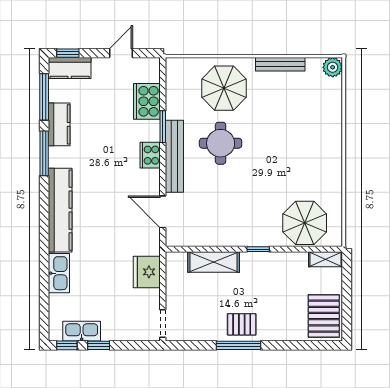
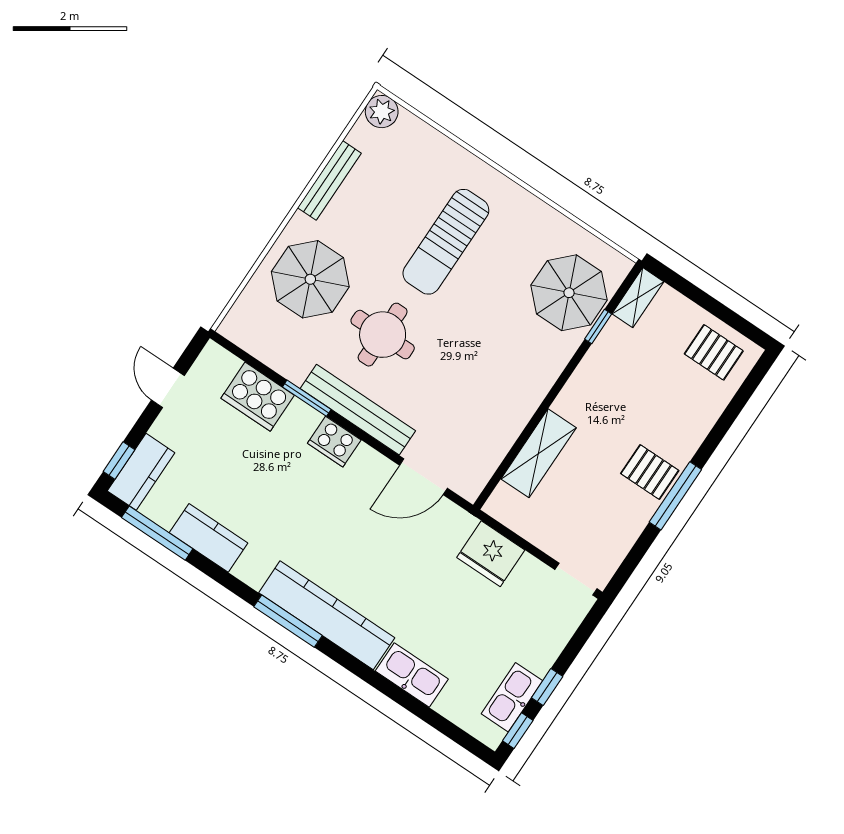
sun lounger: (289, 144) -> (446, 242), added
window: (44, 153) -> (288, 621), moved
window: (258, 249) -> (598, 327), moved
pallet: (324, 316) -> (714, 352), width x0.67, depth x0.71
pallet: (242, 324) -> (650, 472), turned 90

